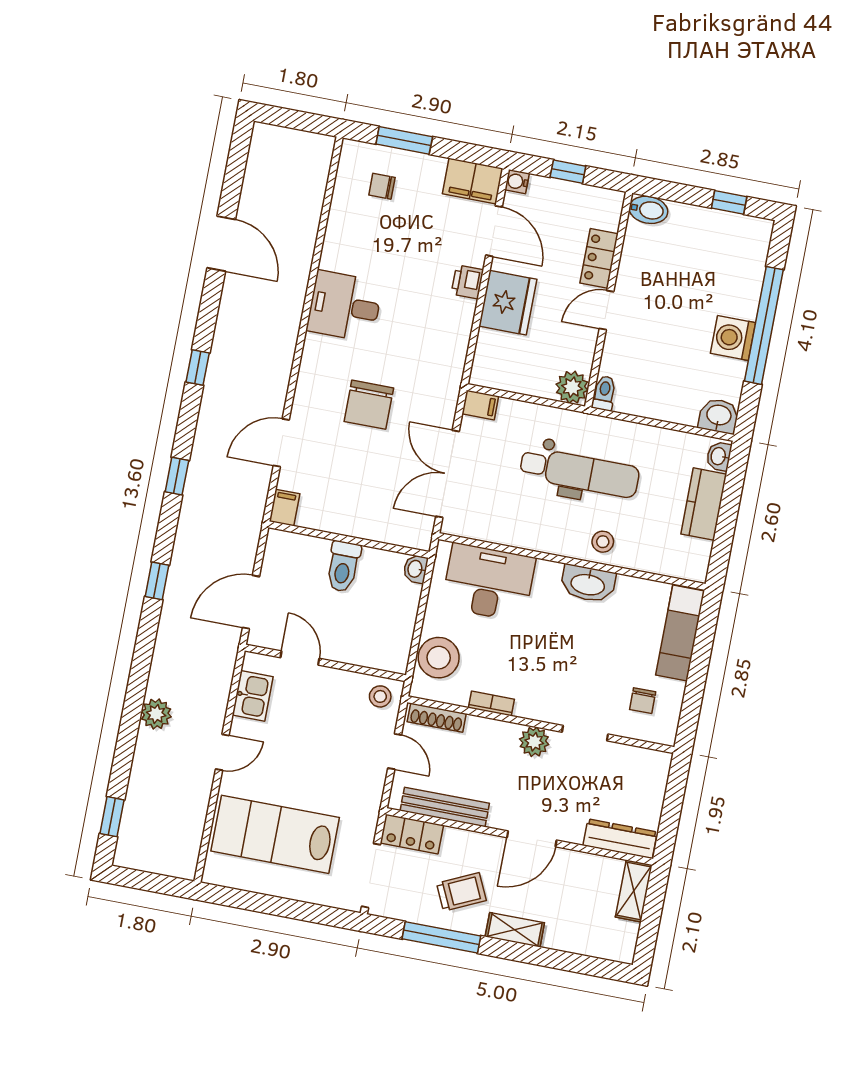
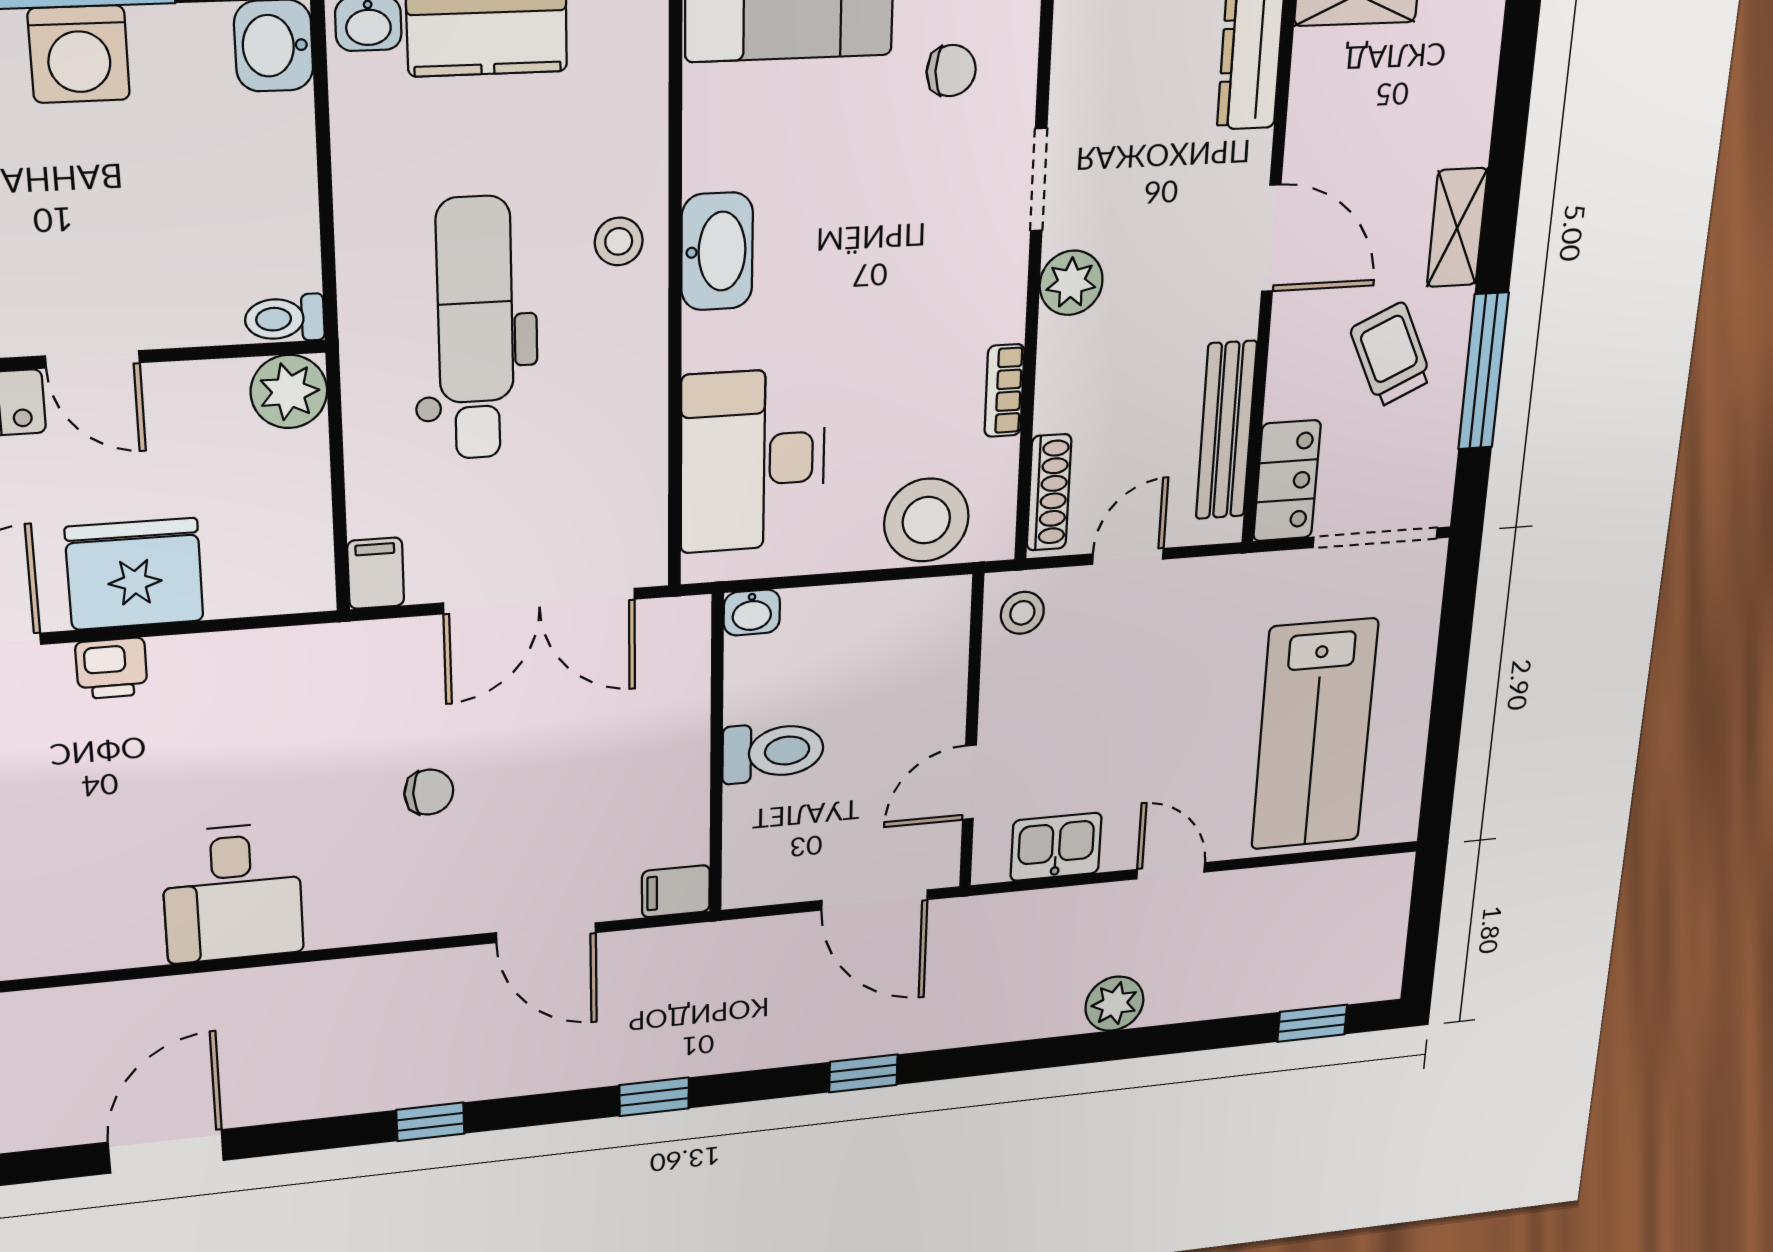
chair: (369, 405) -> (429, 792), width x0.54, depth x0.54

